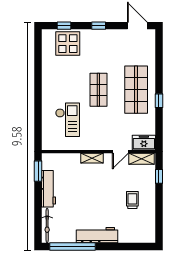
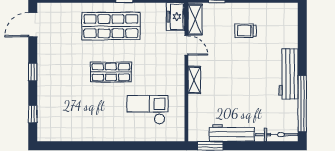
display table: (68, 44) -> (55, 109), removed

